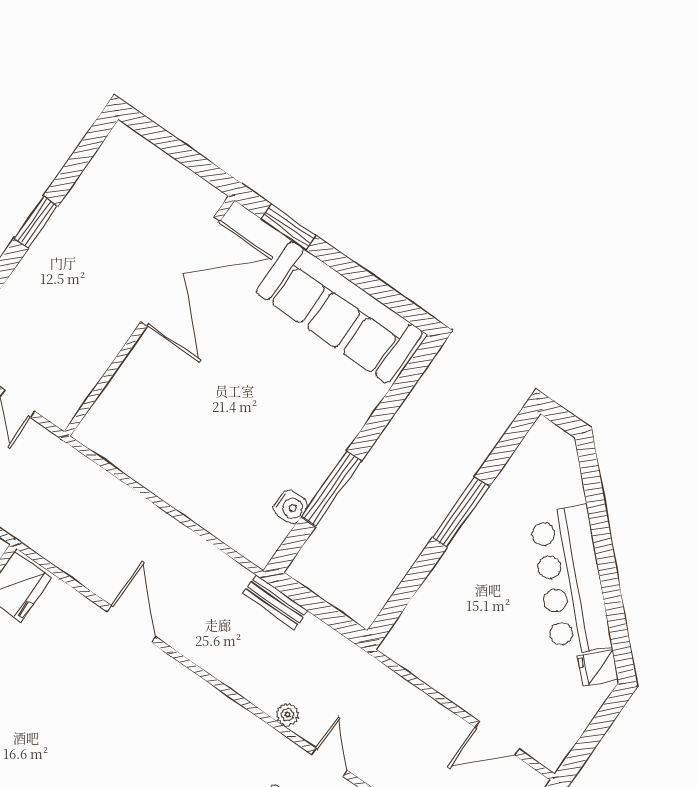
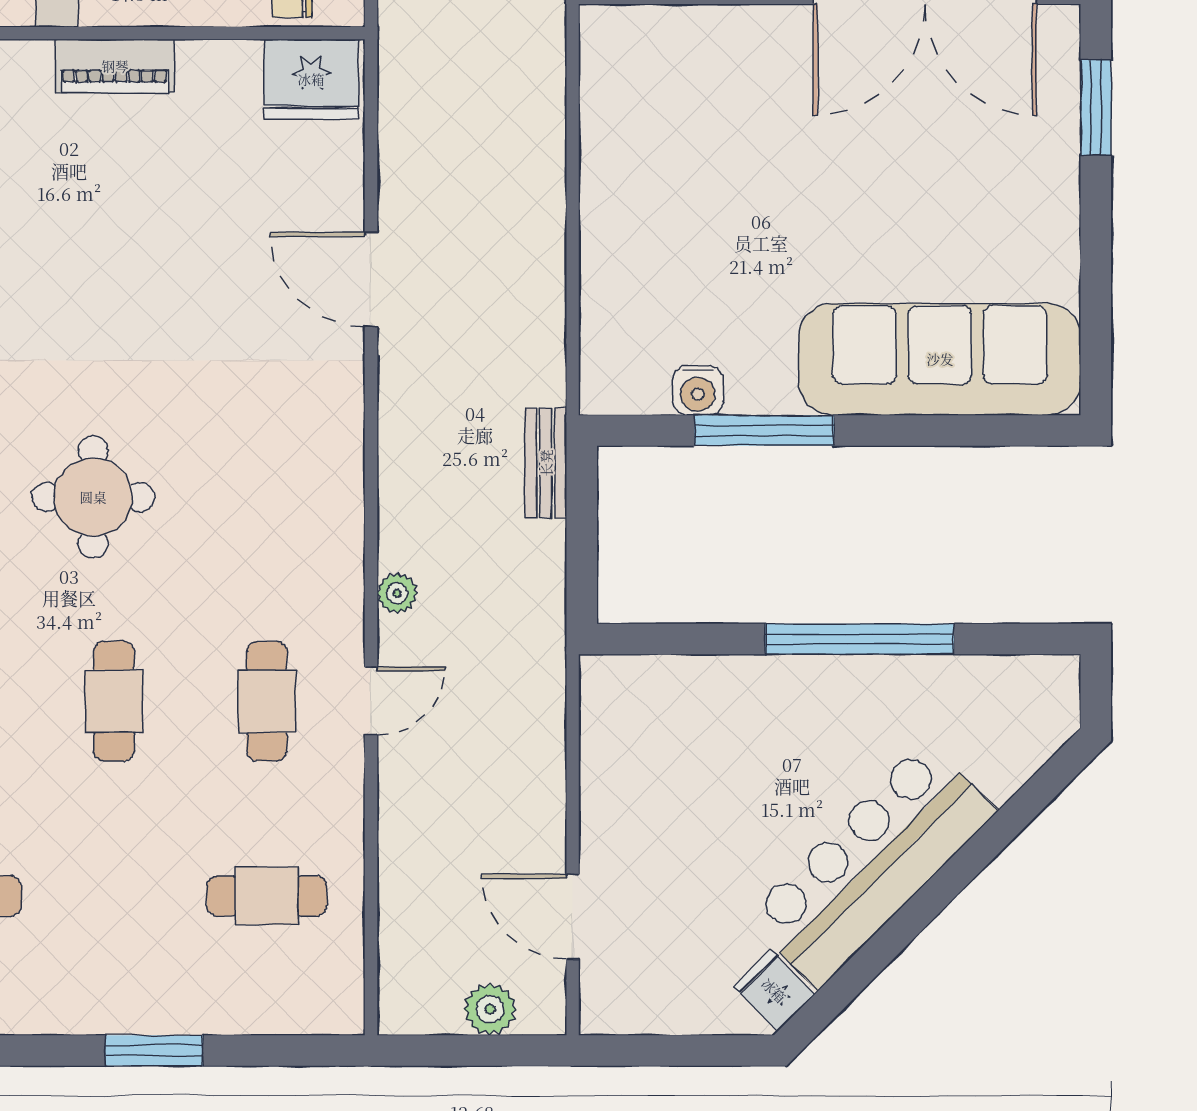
sofa: (339, 312) -> (940, 359), moved, turned 90
window: (461, 512) -> (860, 639), width x1.46
door: (131, 624) -> (371, 279), swing flipped

